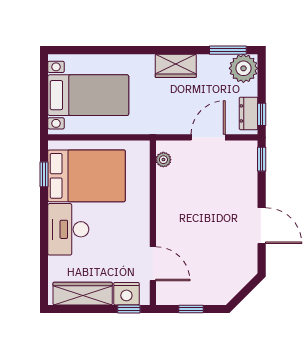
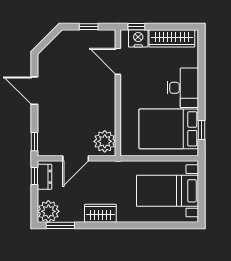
plant: (163, 160) -> (105, 141), width x1.87, depth x1.87

